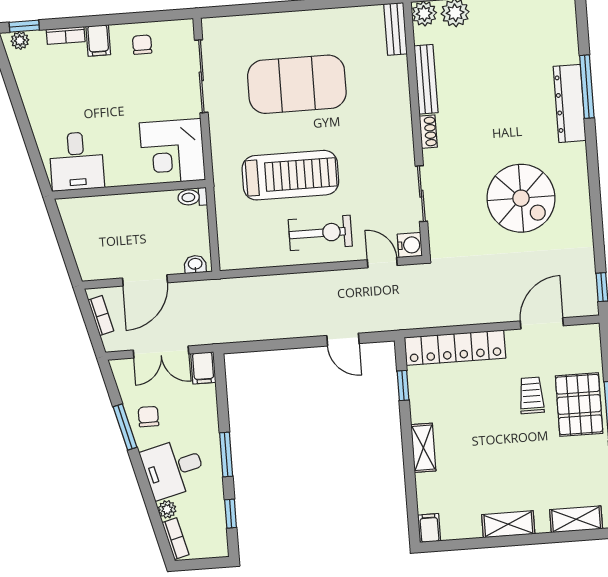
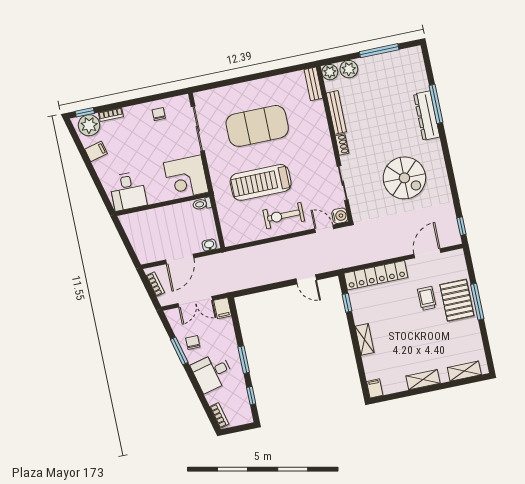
plant: (20, 40) -> (89, 125), width x1.88, depth x1.88
filing cabinet: (98, 40) -> (96, 151), moved, turned -104
treadmill: (290, 175) -> (261, 182), turned 180
exercise bike: (320, 233) -> (284, 216), turned 180
plant: (167, 509) -> (212, 398), removed

